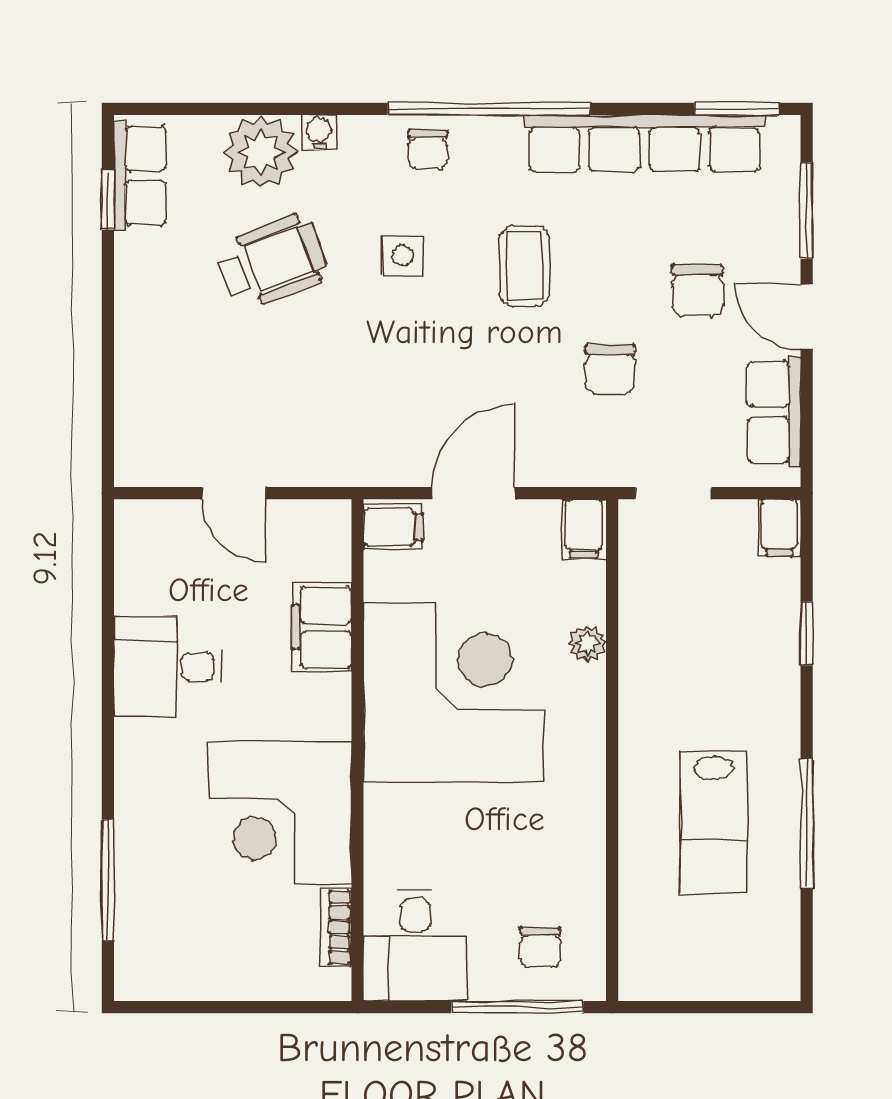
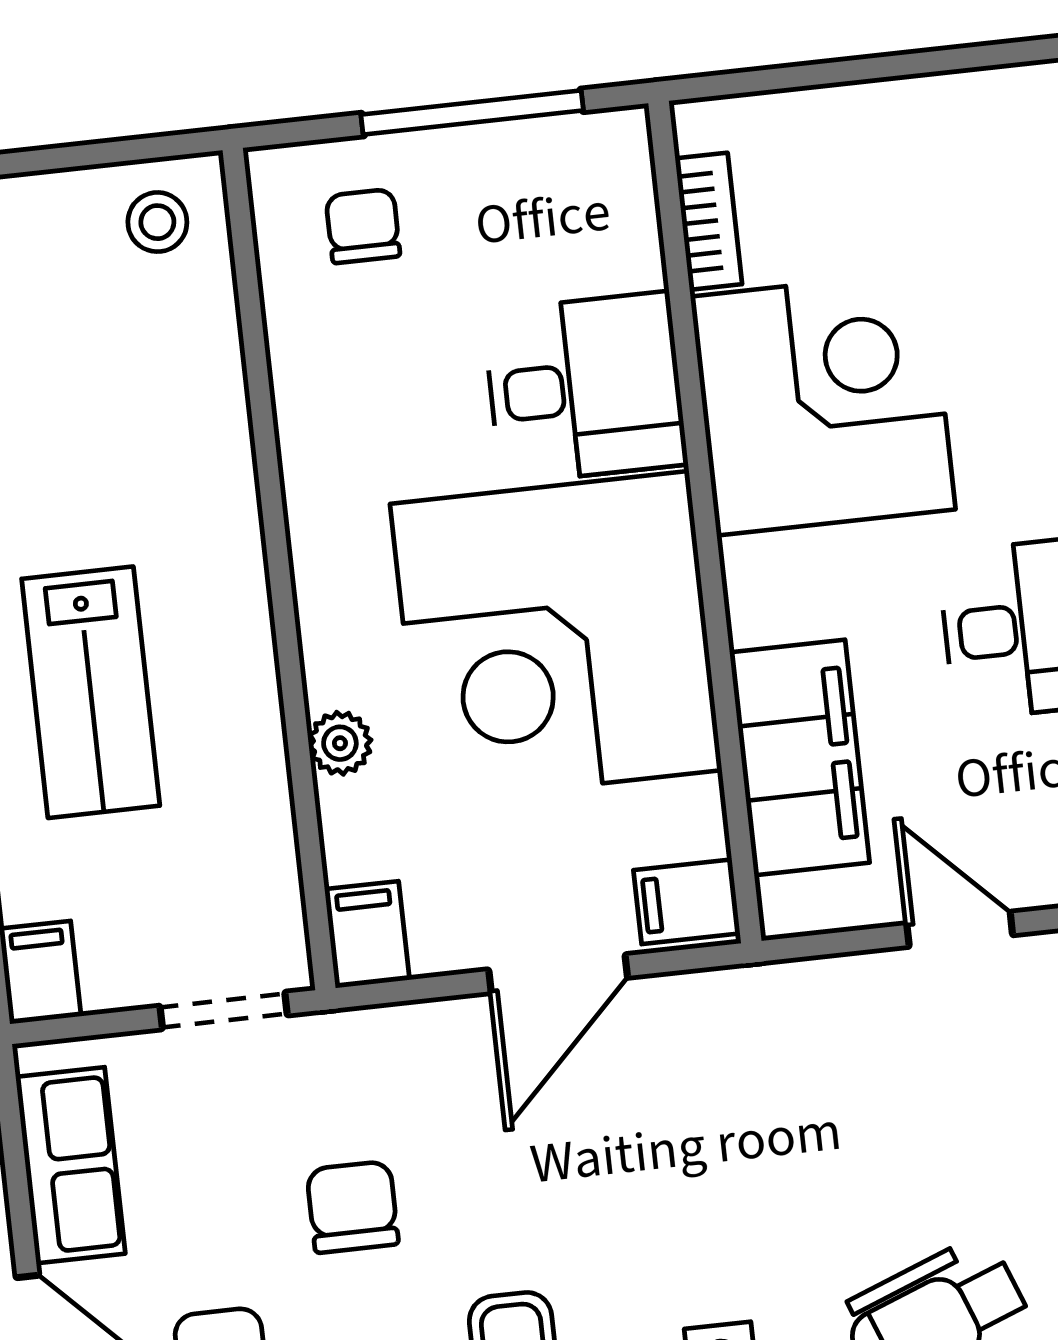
filing cabinet: (322, 627) -> (800, 757), width x1.50, depth x1.17
lab bench: (714, 822) -> (91, 692), moved, turned 180
desk: (415, 945) -> (585, 388), moved, turned 90
stool: (661, 963) -> (157, 222), added
window: (517, 1007) -> (472, 112), moved

